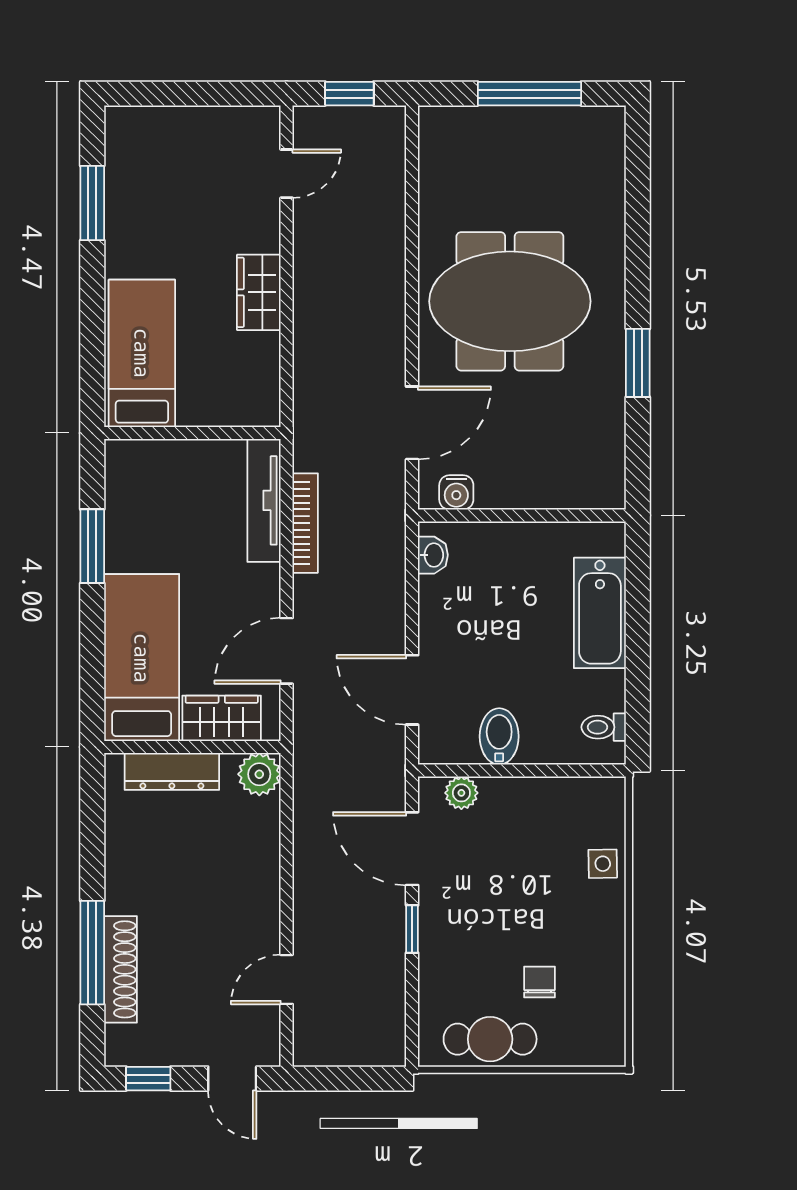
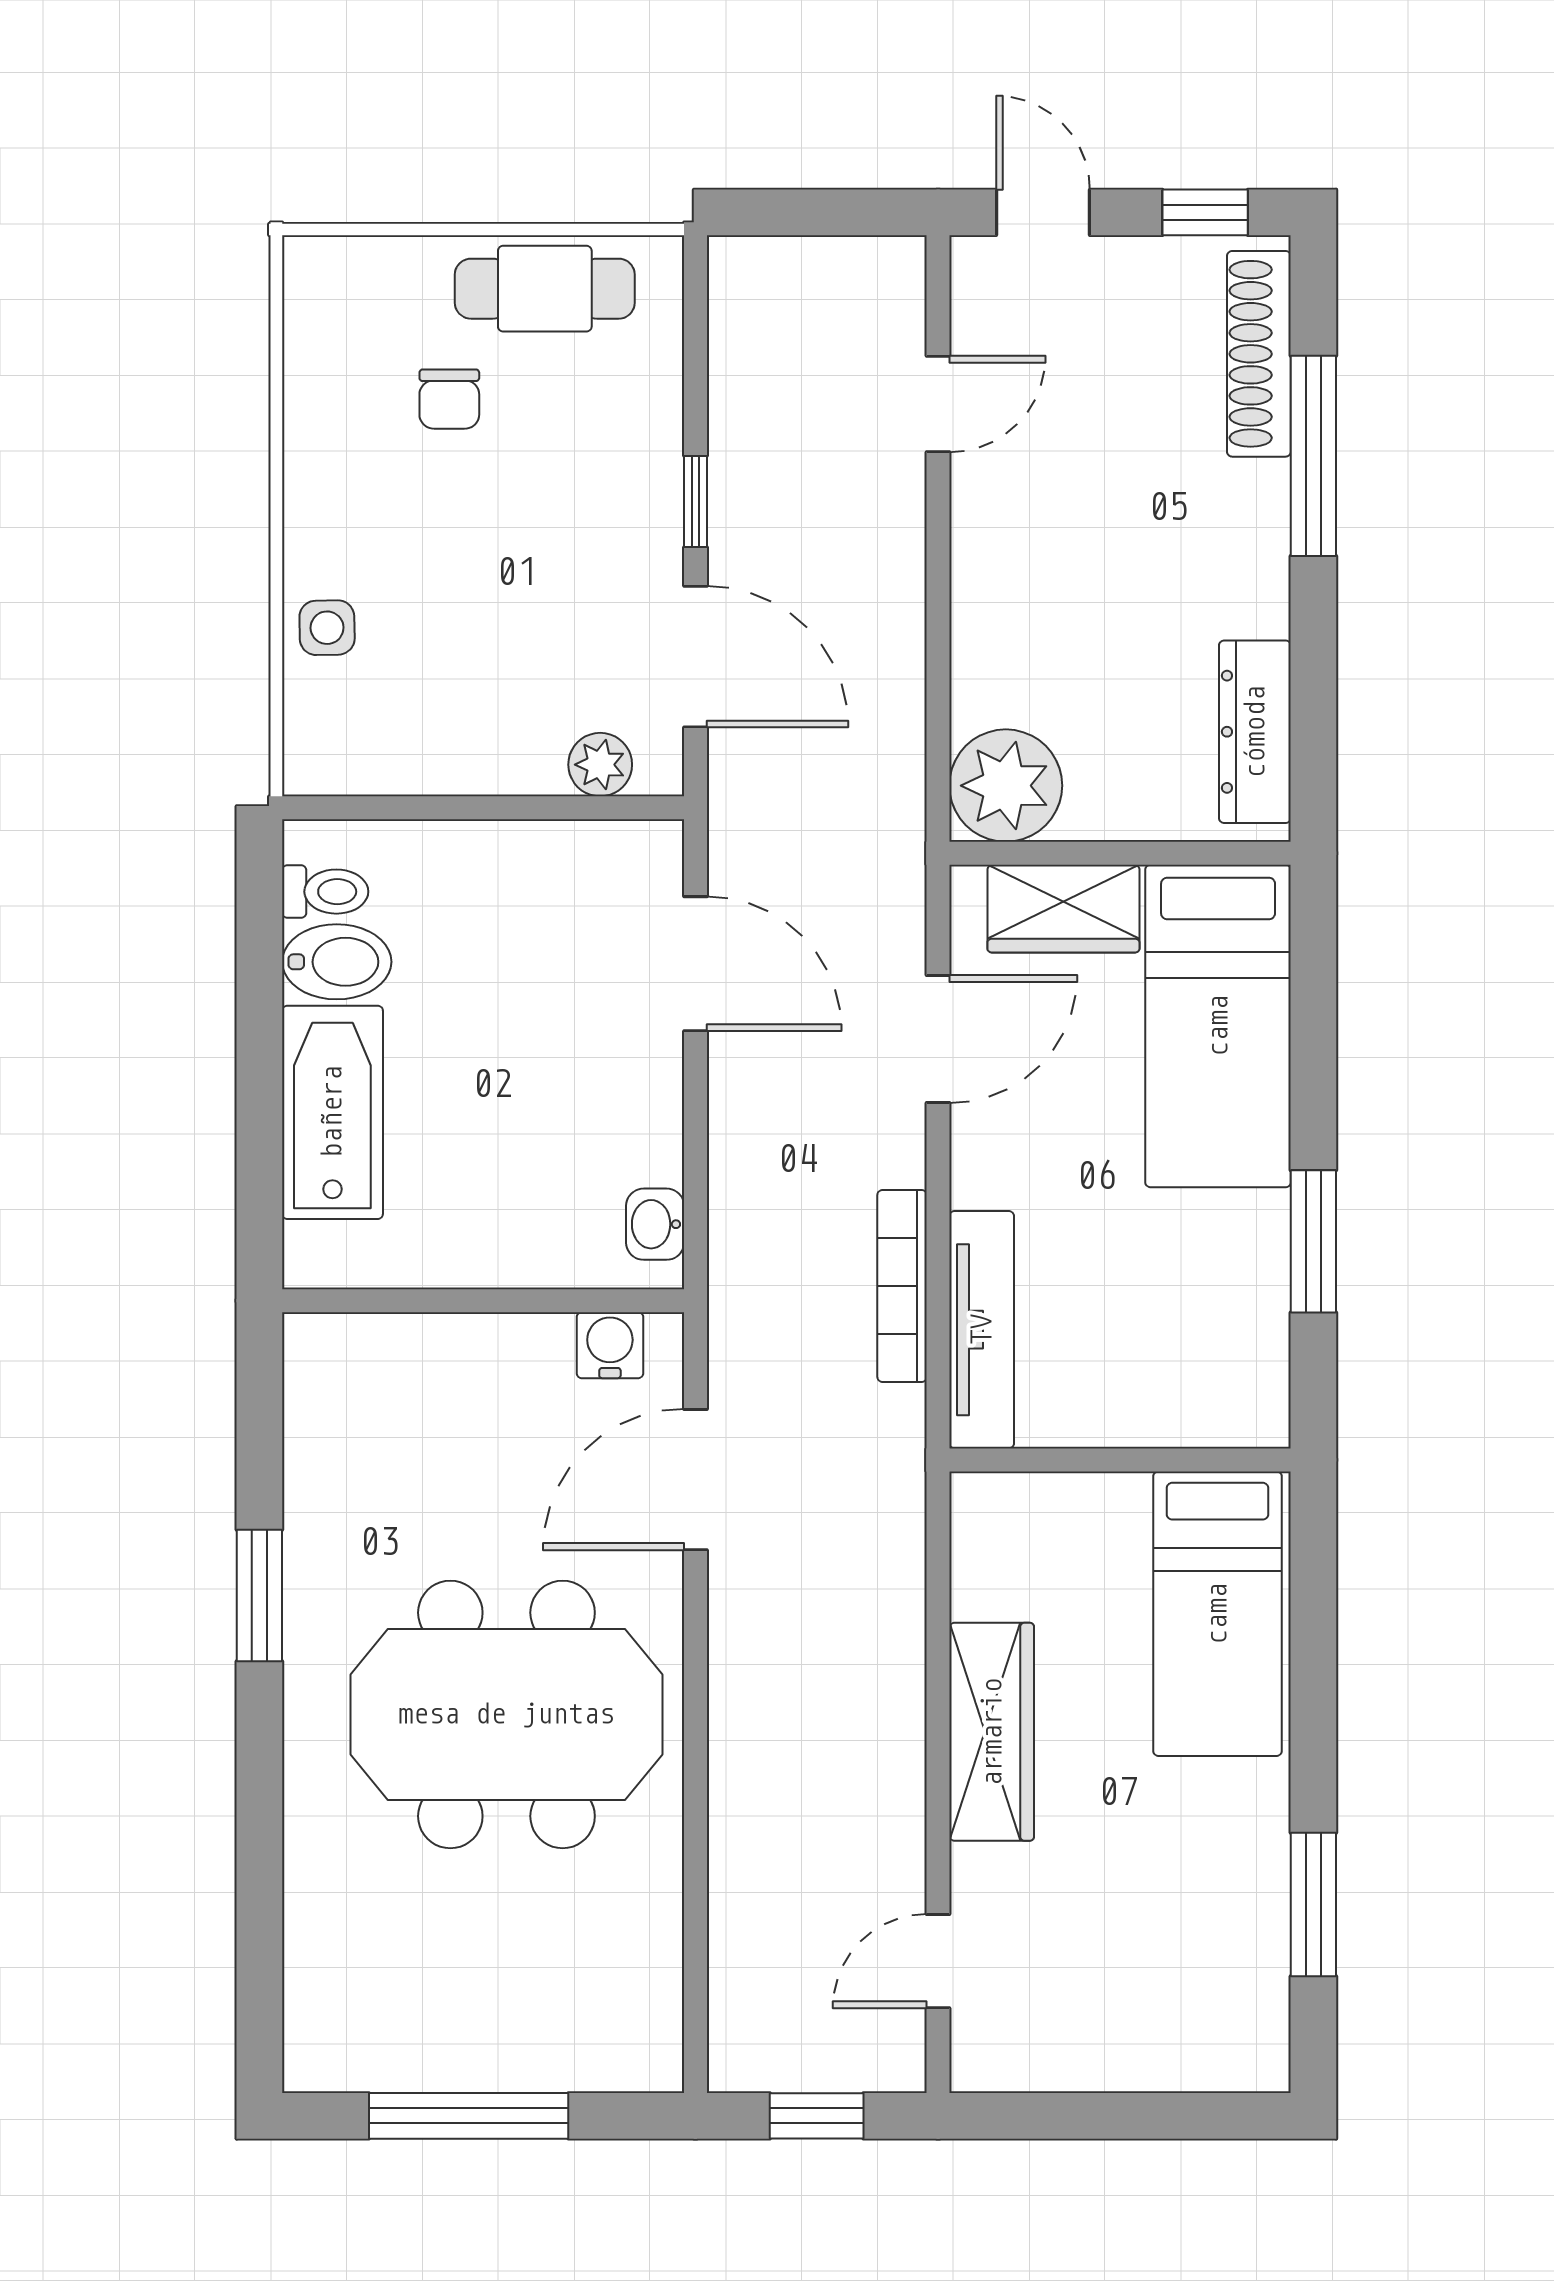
wardrobe: (259, 292) -> (992, 1732), width x1.50
bidet: (499, 736) -> (337, 962), moved, turned -90
dresser: (172, 771) -> (1255, 732), moved, turned -90
plant: (259, 774) -> (1006, 786), width x1.36, depth x1.36
shoe rack: (120, 969) -> (1259, 354), moved

